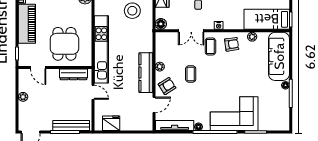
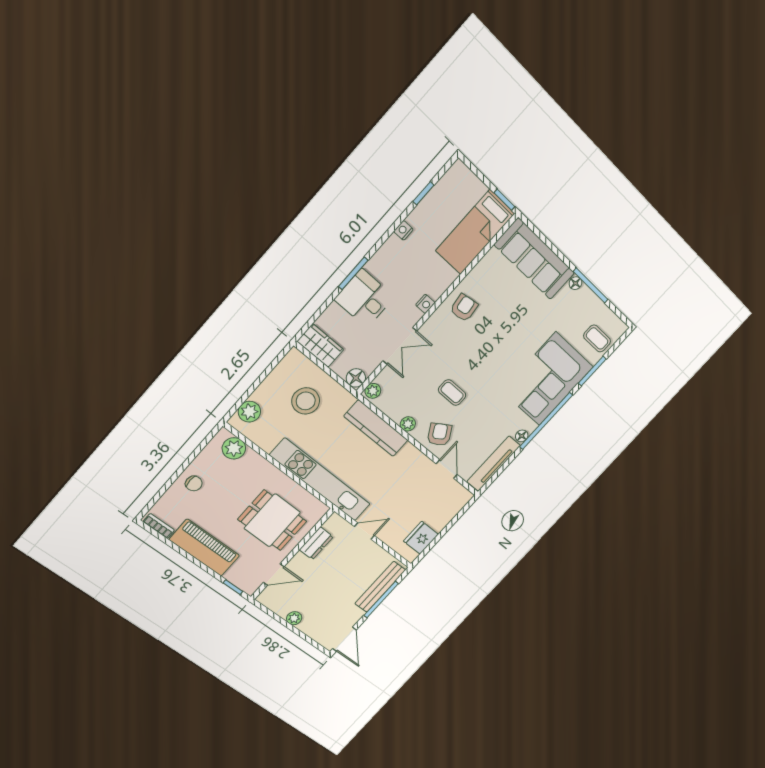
plant: (252, 37) -> (373, 391), moved
coffee table: (210, 46) -> (597, 338), moved
kitchen counter: (146, 73) -> (376, 428), moved
dresser: (73, 74) -> (316, 543), width x0.70

